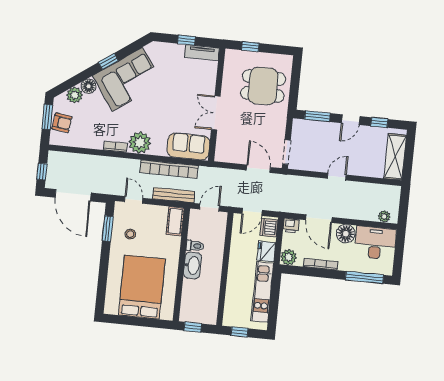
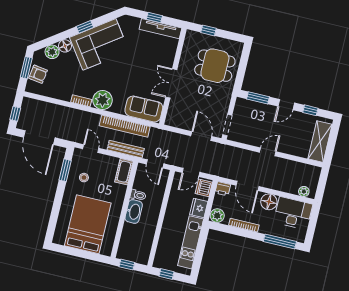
tv unit: (202, 53) -> (160, 29), width x1.41
door: (210, 208) -> (155, 164), swing flipped

